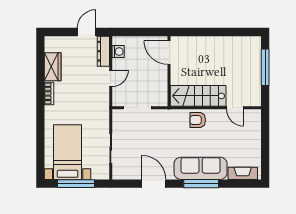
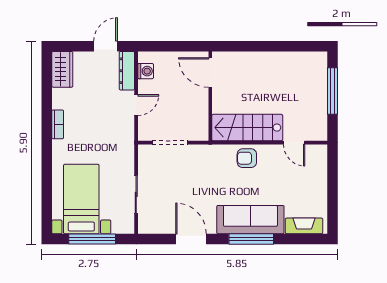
wardrobe: (53, 67) -> (62, 69), moved

